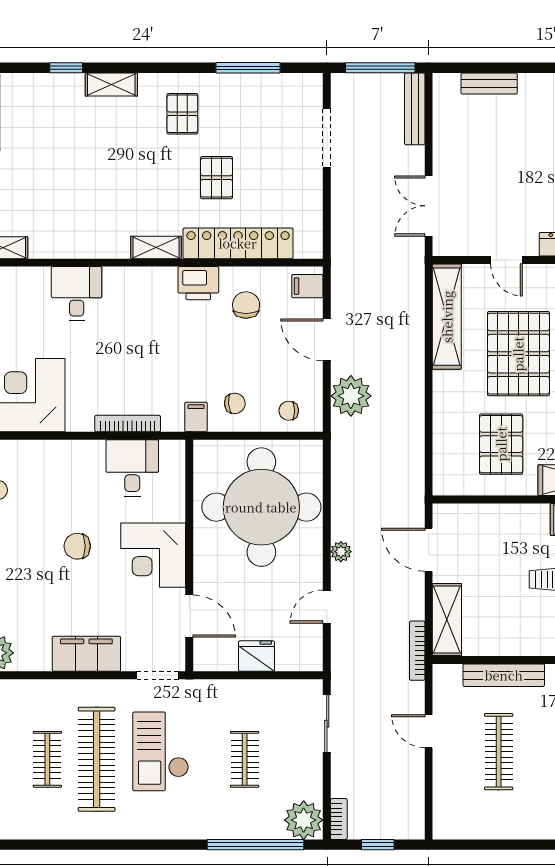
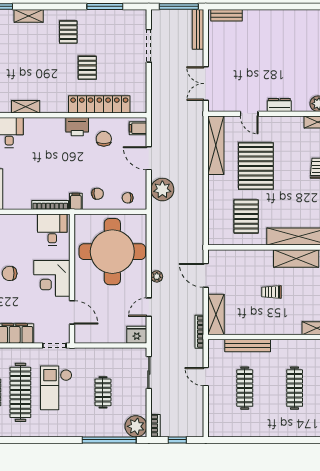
bench: (489, 84) -> (226, 15), moved
shelving: (156, 247) -> (26, 107), moved
bookcase: (128, 424) -> (50, 205), moved
desk: (132, 468) -> (52, 230), moved
fridge: (256, 656) -> (137, 335), moved

